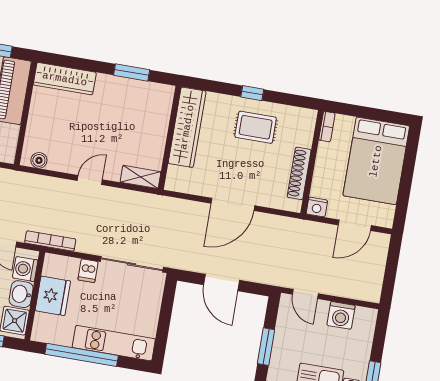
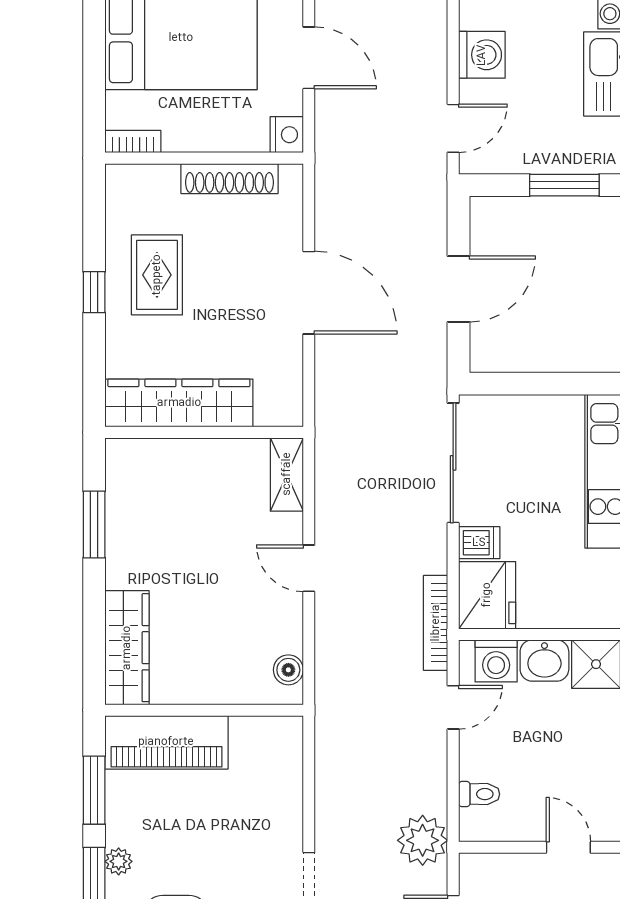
fridge: (53, 296) -> (487, 595), moved, turned 90

